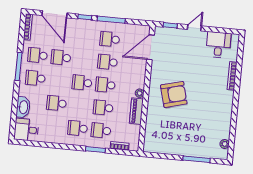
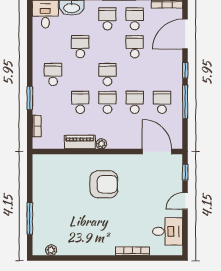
door: (194, 28) -> (185, 201), swing flipped
armchair: (174, 94) -> (104, 184), turned -75
school desk: (101, 130) -> (53, 102), removed

